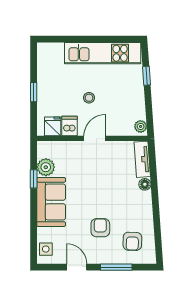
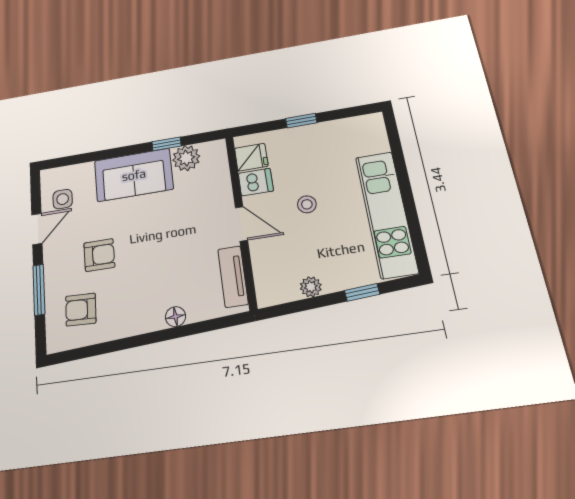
plant: (141, 126) -> (311, 287), moved
tv unit: (142, 159) -> (233, 277), moved, turned -86
side table: (46, 249) -> (63, 199), moved

